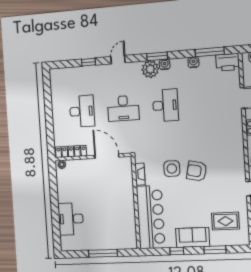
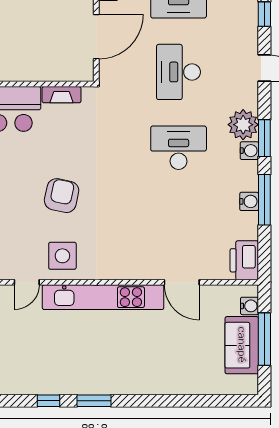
window: (210, 52) -> (264, 200), moved
desk: (165, 105) -> (179, 148), turned 180
side table: (172, 169) -> (62, 256), moved

